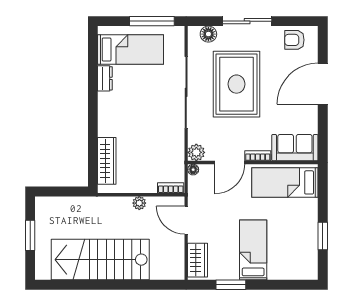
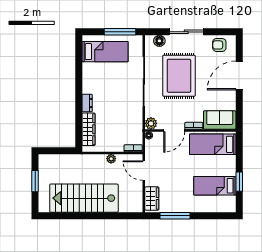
dresser: (105, 78) -> (87, 103), moved
bed: (253, 250) -> (215, 186), moved, turned -90
window: (231, 285) -> (175, 216), width x1.44

